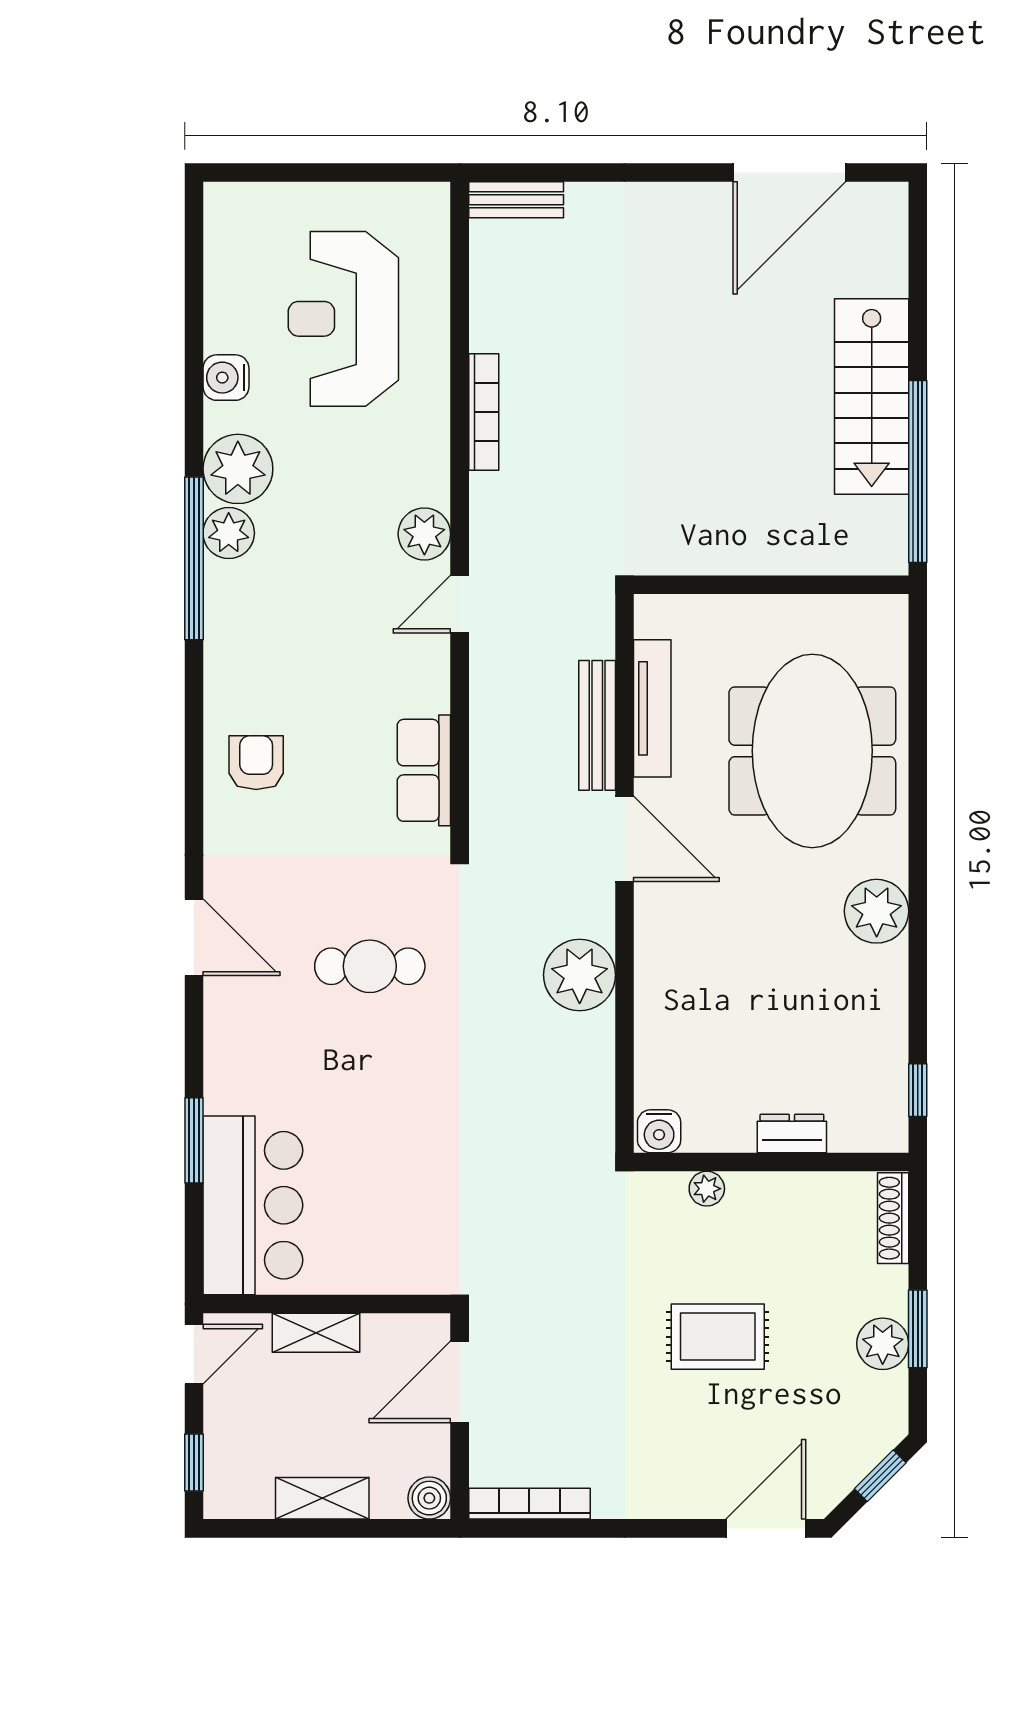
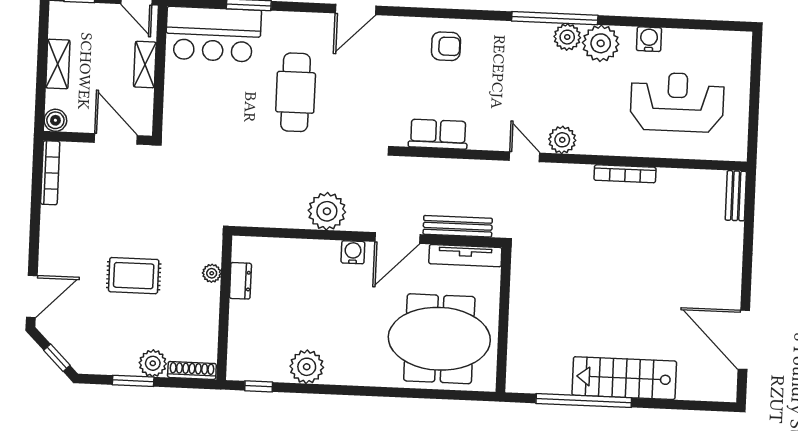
wall: (771, 585) -> (504, 320), moved
plant: (877, 911) -> (307, 367), moved
cafe table: (370, 966) -> (296, 92), moved, width x1.37, depth x1.35
water cooler: (659, 1131) -> (353, 252), moved, turned 90
dresser: (792, 1133) -> (240, 281), moved
rug: (718, 1337) -> (134, 276), turned 90
plant: (883, 1344) -> (153, 363), moved
door: (766, 1528) -> (32, 296), hinge flipped

